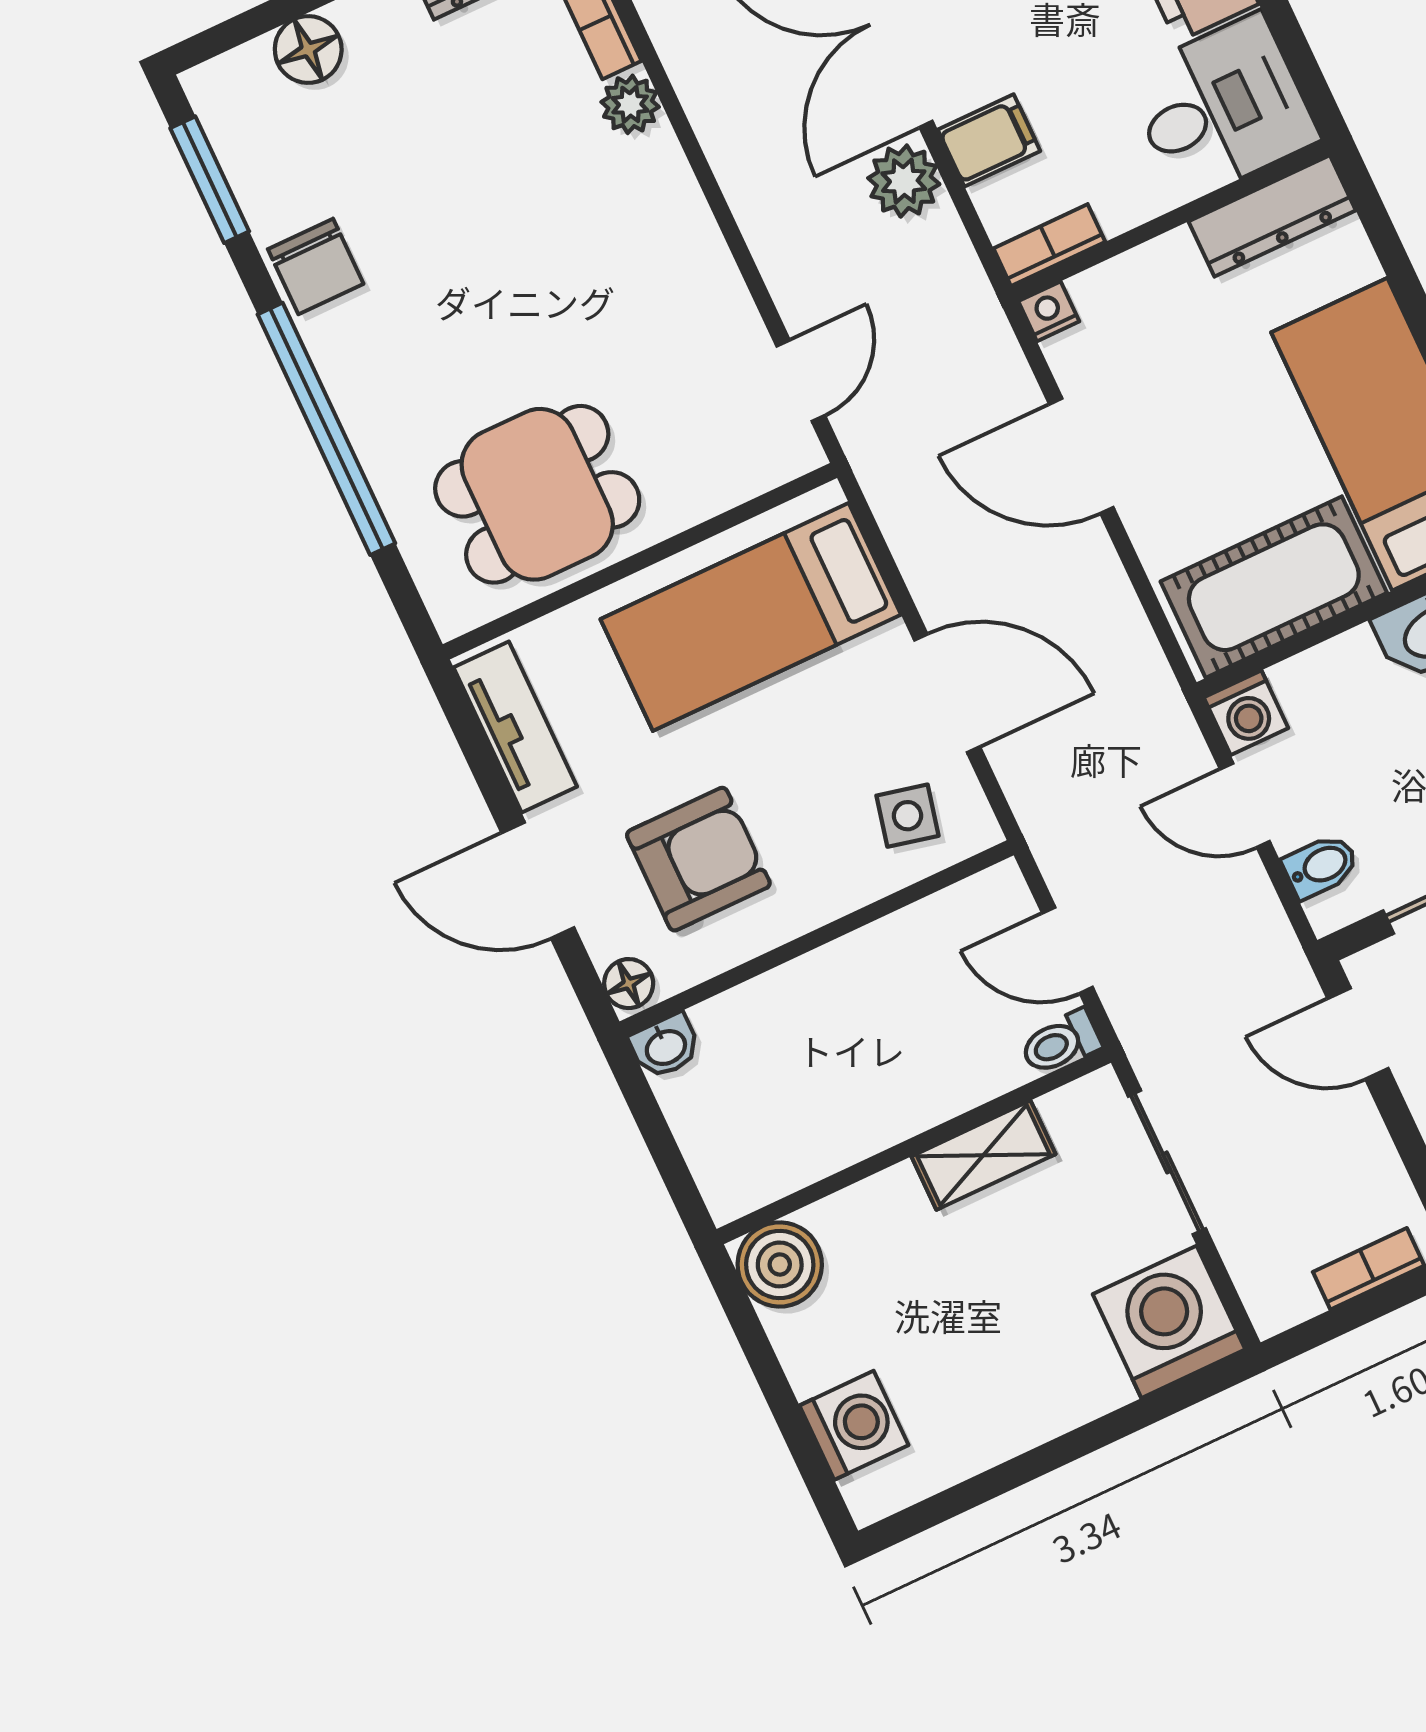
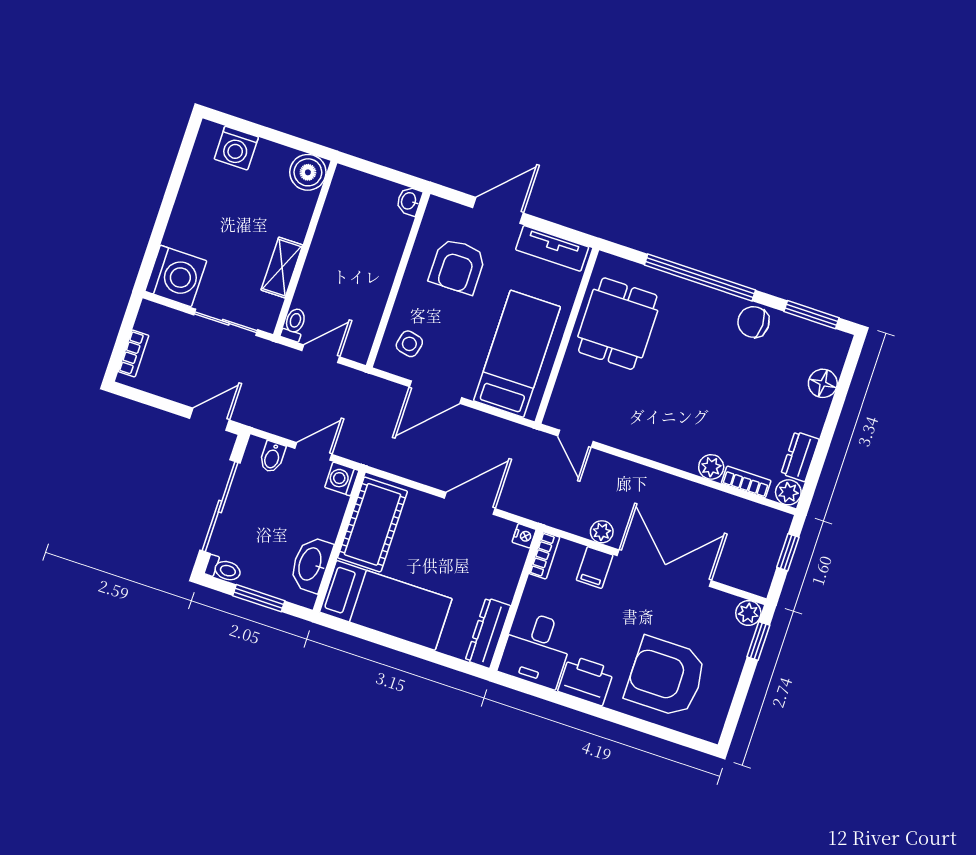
plant: (904, 181) -> (602, 532), width x0.73, depth x0.73
floor lamp: (629, 984) -> (439, 208), removed

